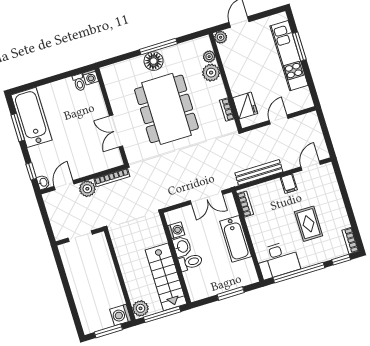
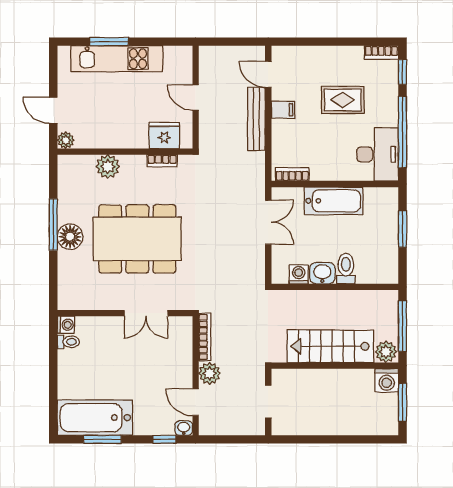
plant: (209, 57) -> (86, 163), removed
bench: (259, 172) -> (256, 119), moved
stairs: (166, 277) -> (330, 346), moved, turned 180

